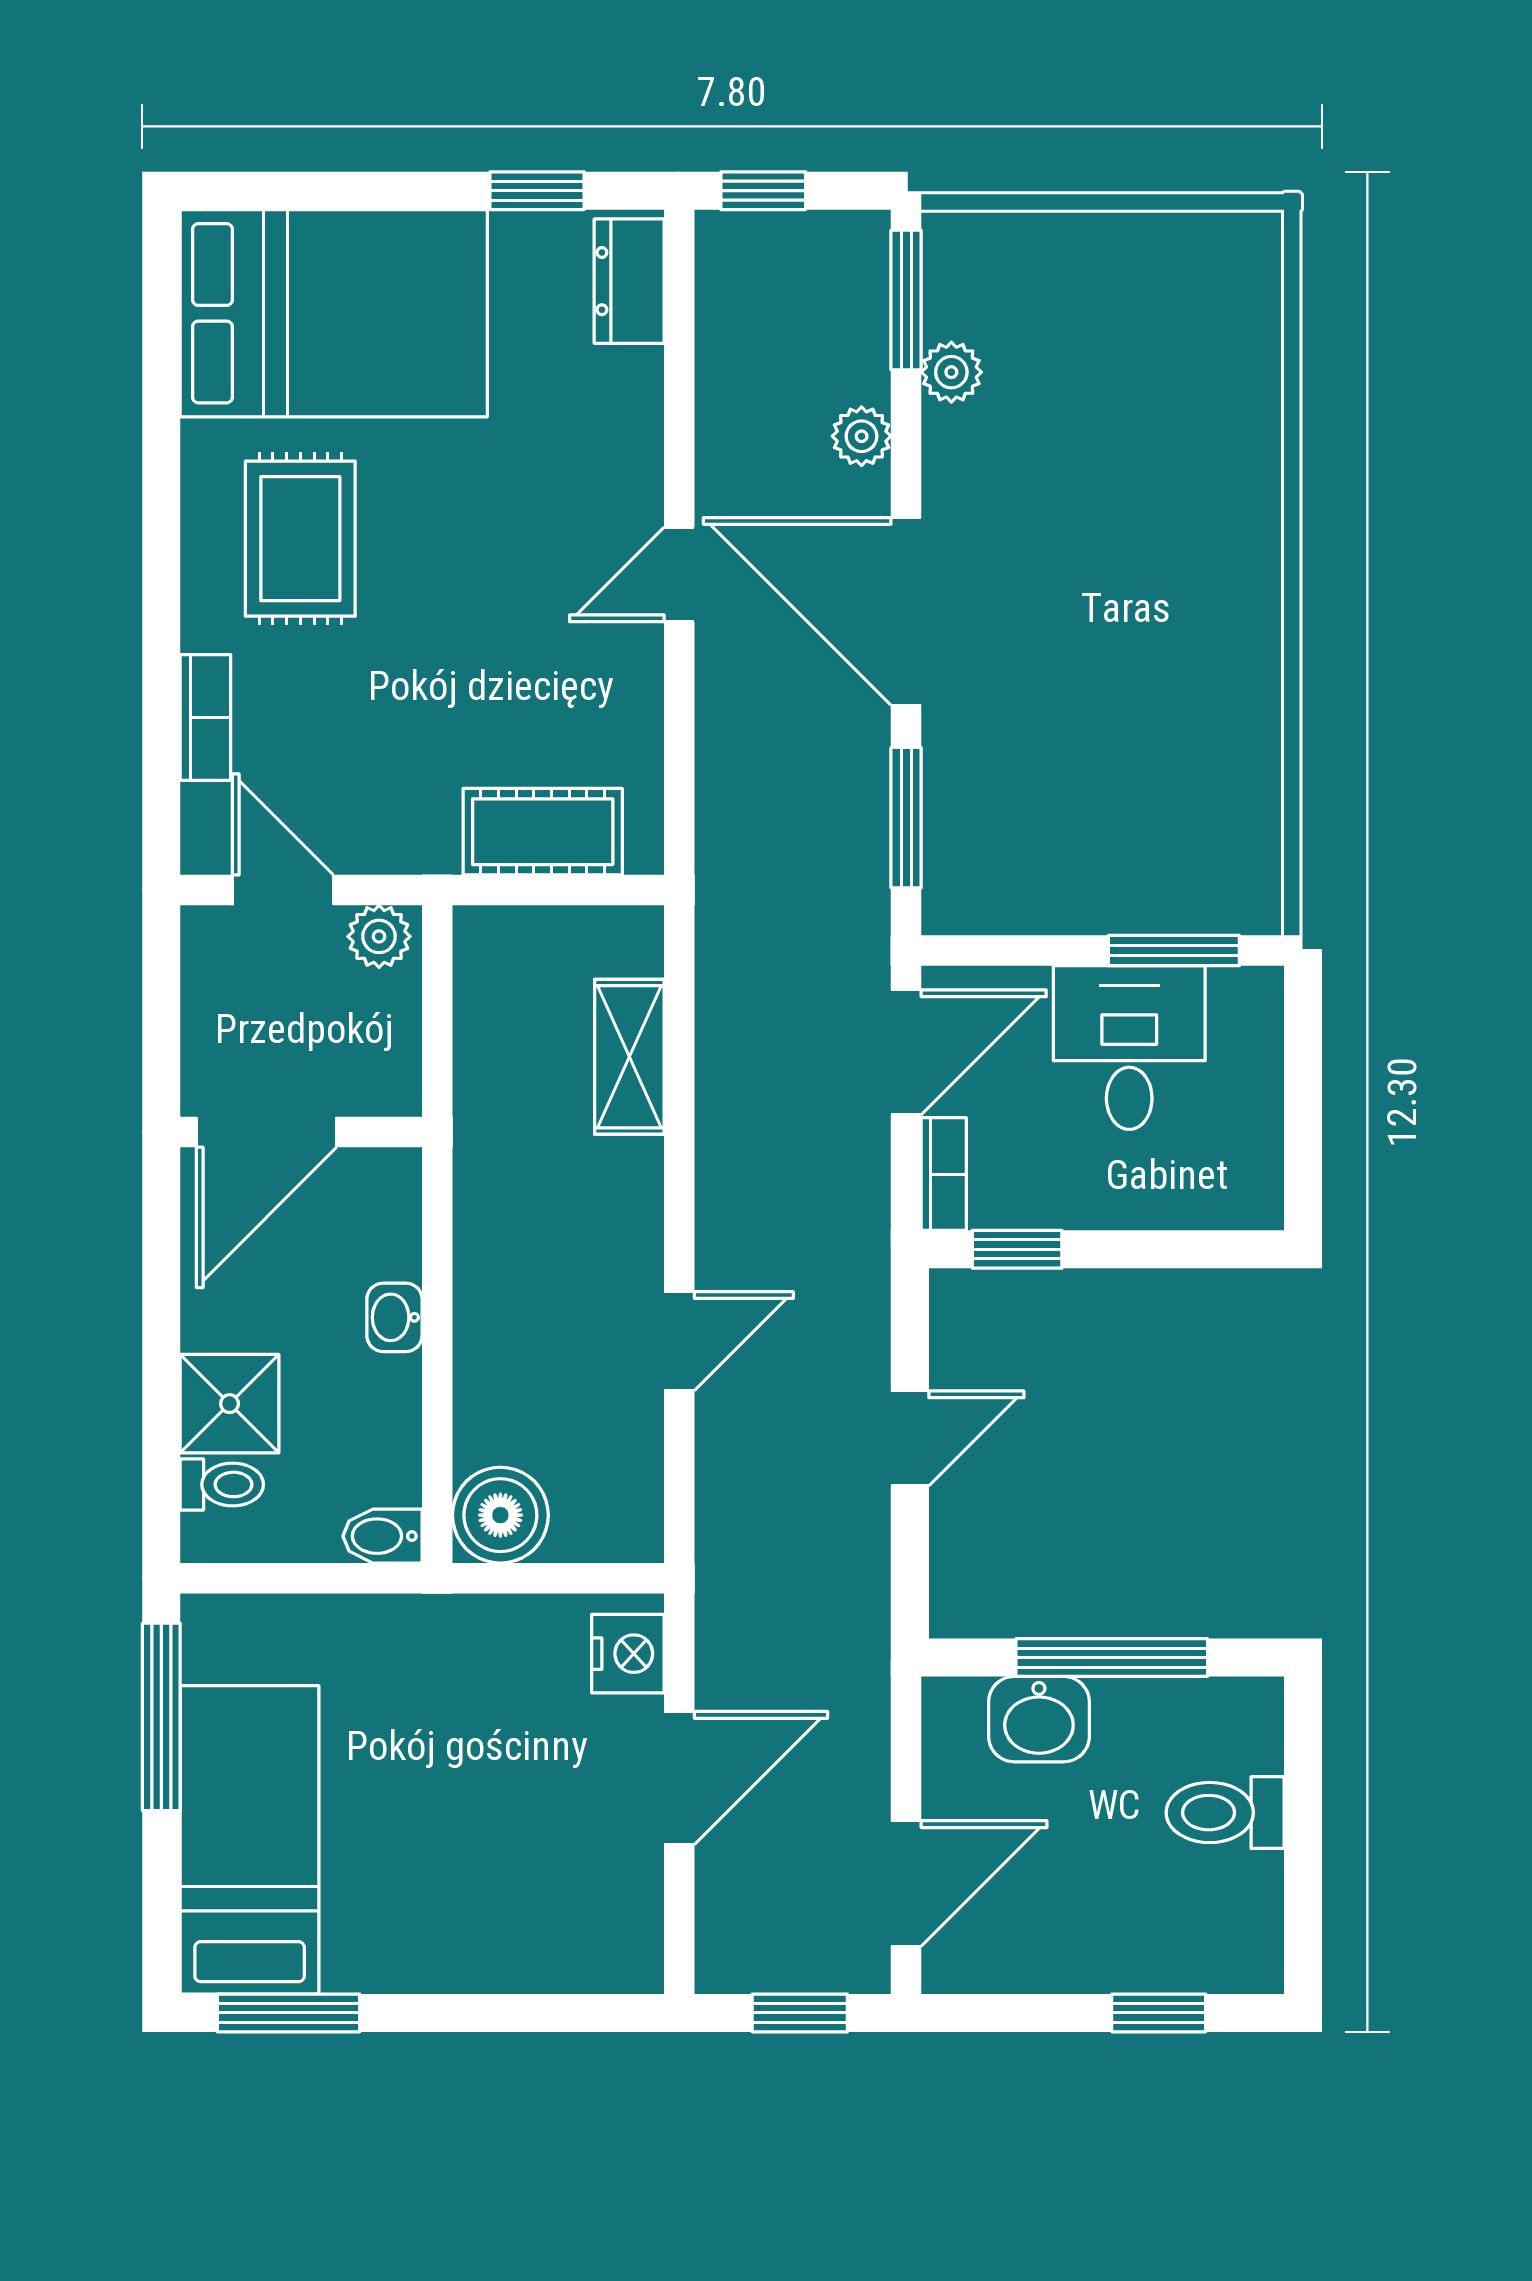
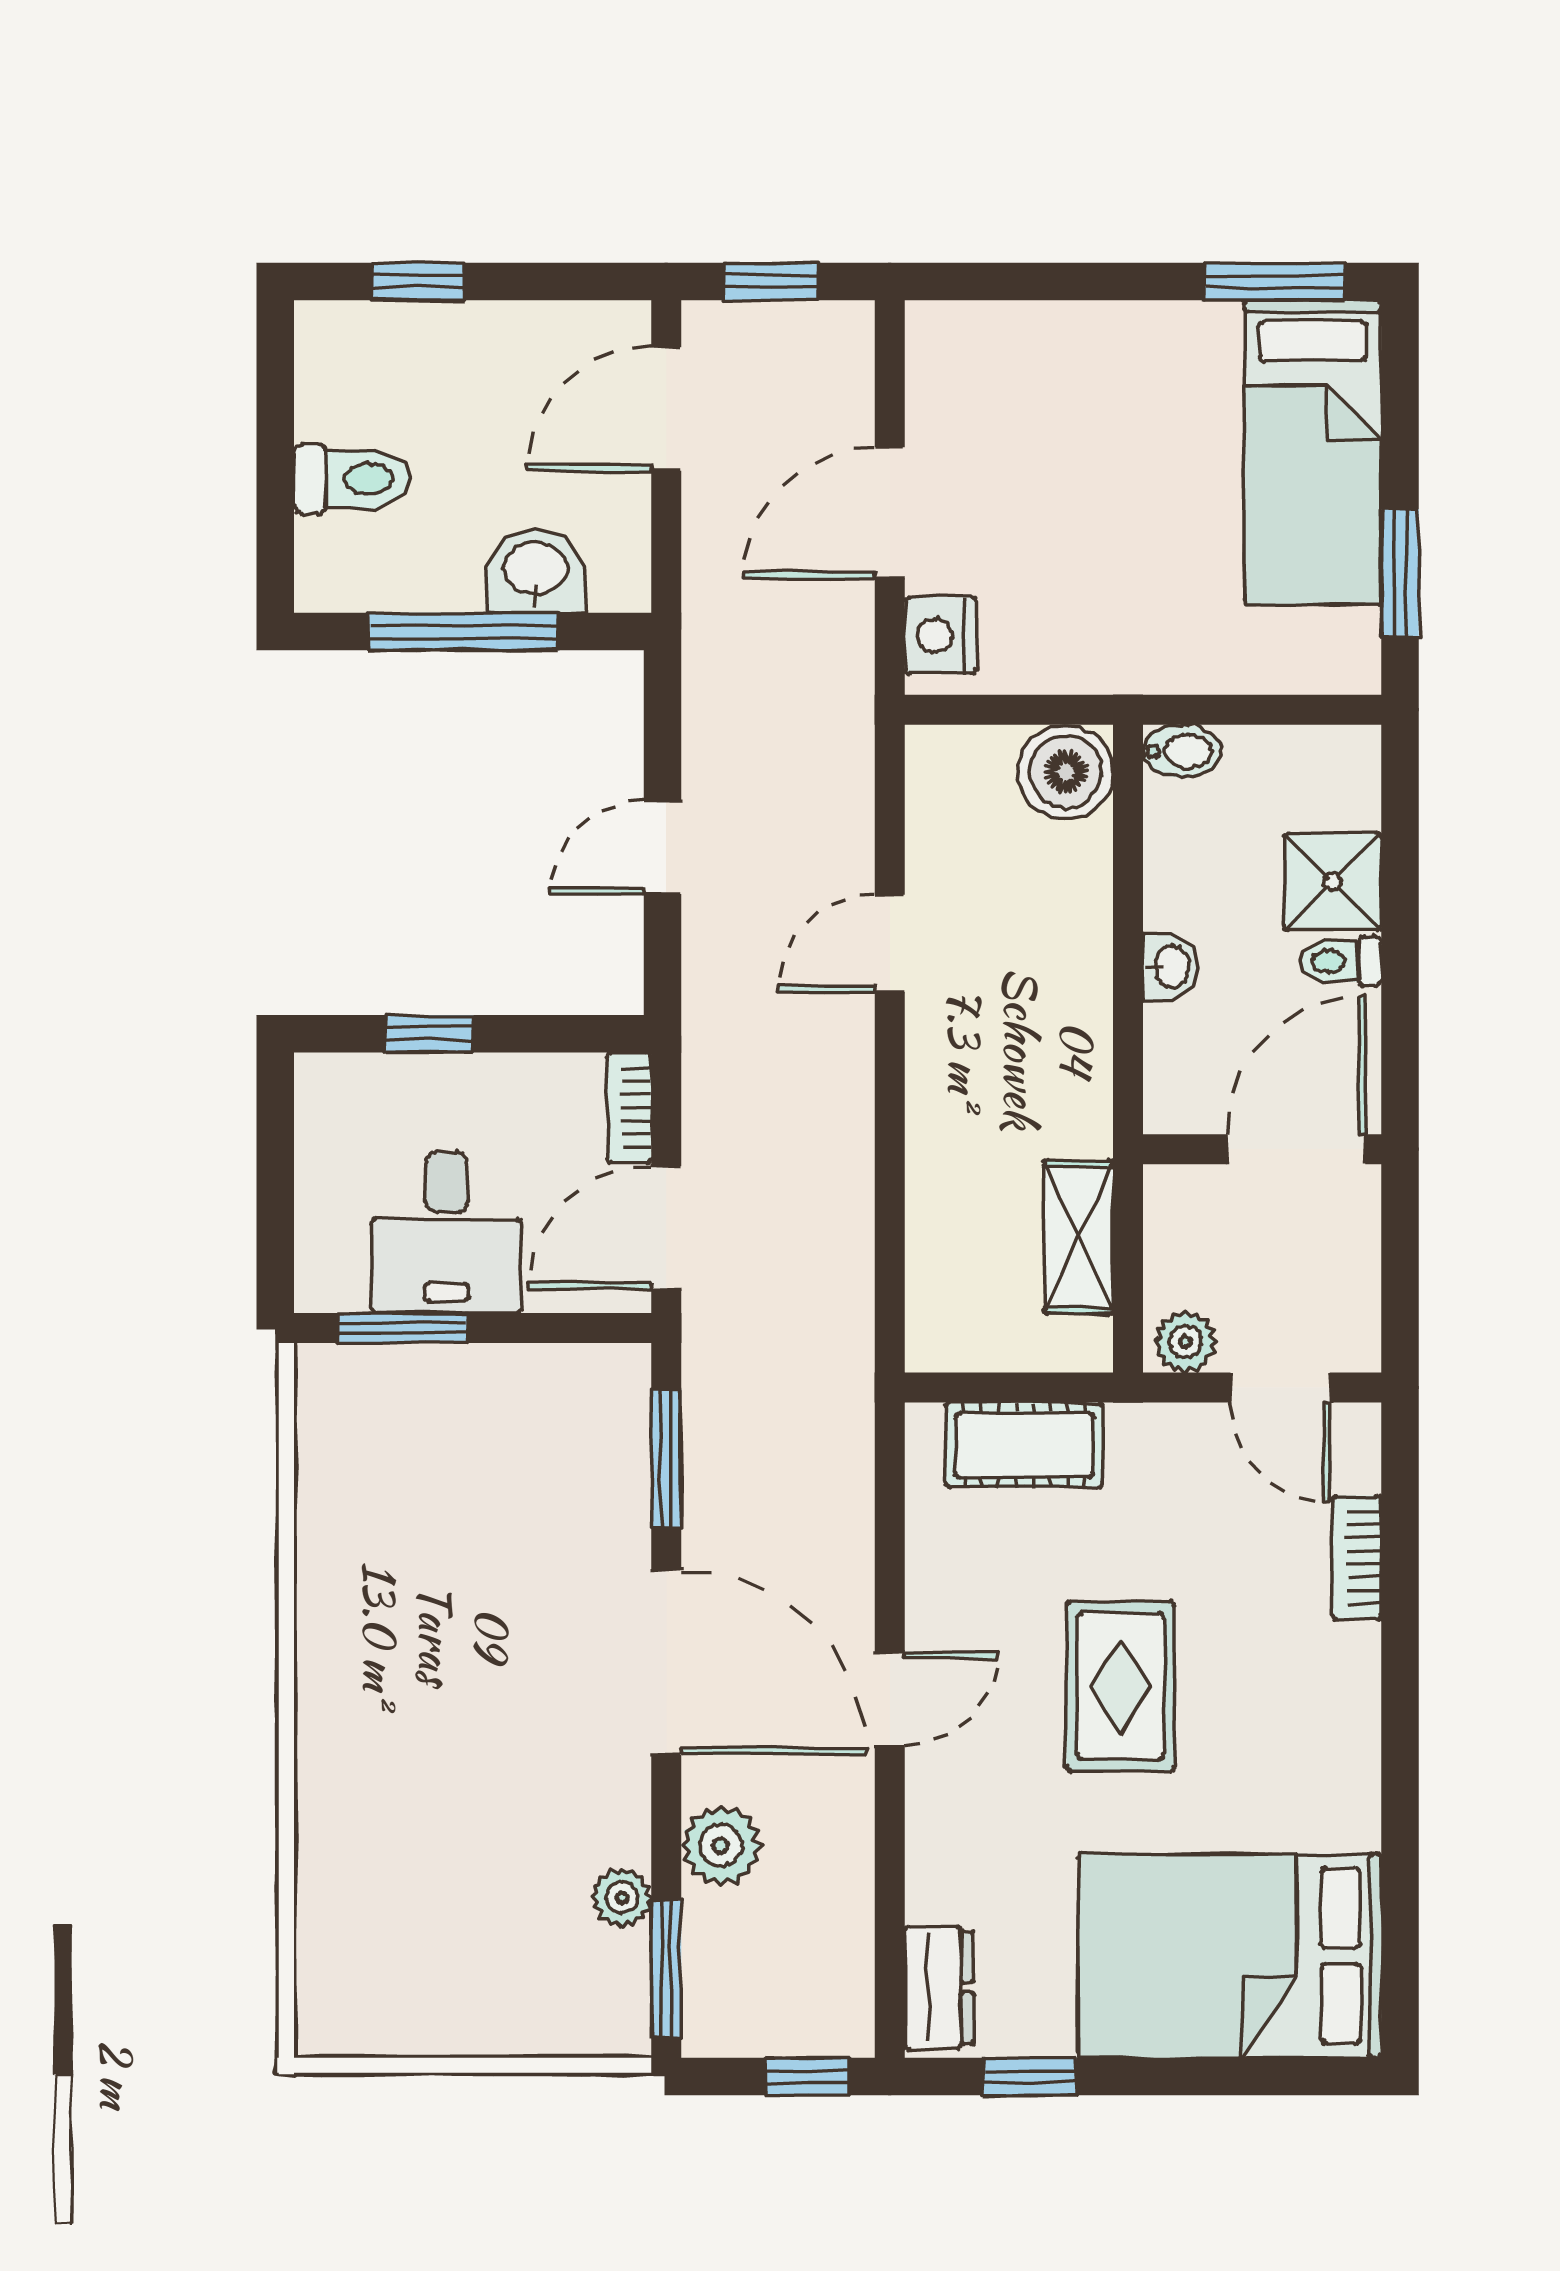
plant: (862, 436) -> (721, 1845), width x1.38, depth x1.38
rug: (300, 539) -> (1120, 1686), moved
shelving: (629, 1057) -> (1079, 1237), moved
window: (1017, 1249) -> (429, 1034), moved
toilet: (222, 1484) -> (1340, 961), moved
window: (161, 1717) -> (1400, 573), width x0.69

